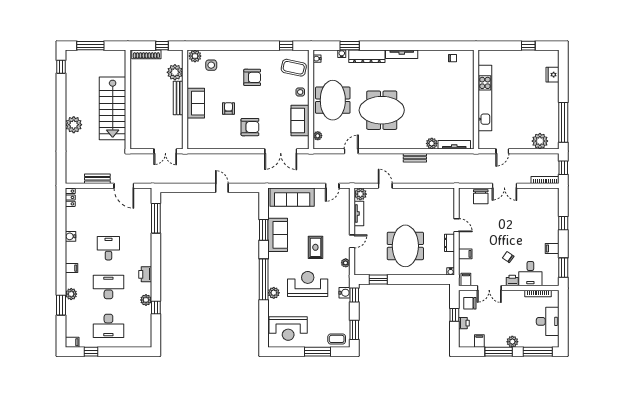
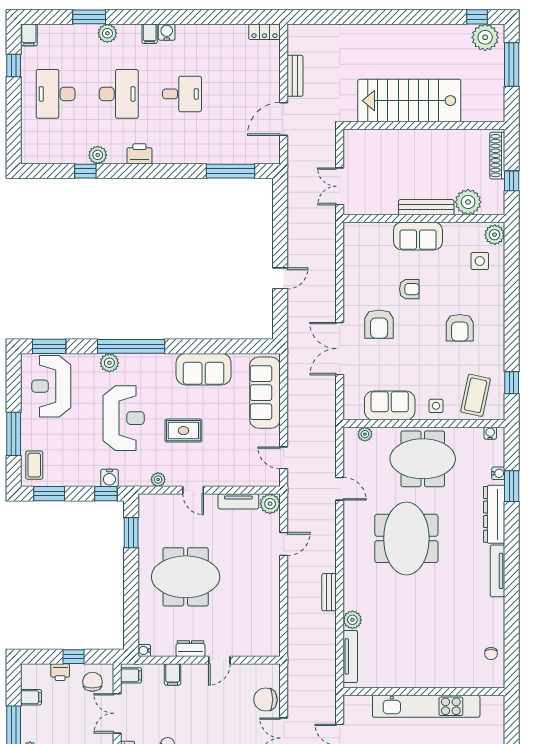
plant: (74, 125) -> (485, 37), moved
double door: (281, 151) -> (340, 349), moved
window: (264, 230) -> (49, 346), moved
water cooler: (70, 236) -> (167, 32), moved

